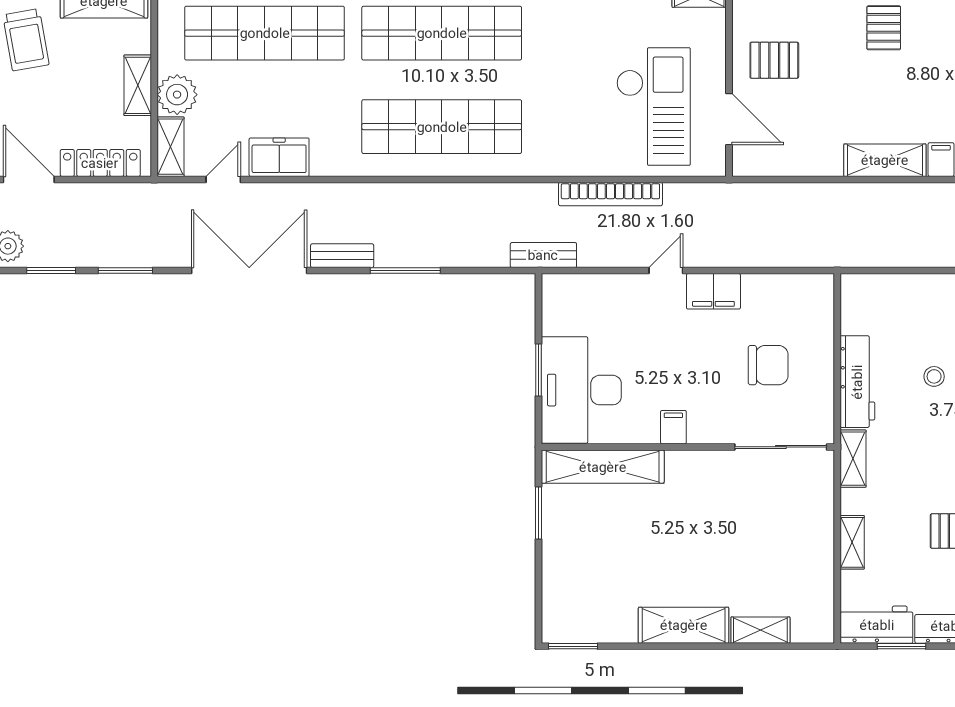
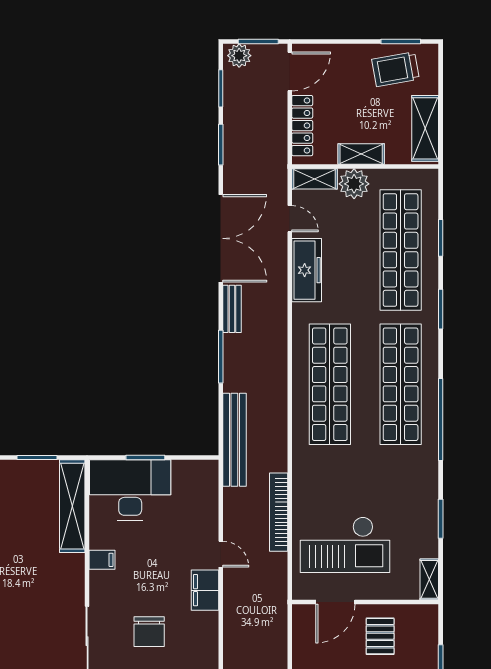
freezer: (279, 157) -> (307, 270), width x1.40
bench: (543, 255) -> (234, 440), width x1.86, depth x1.21

